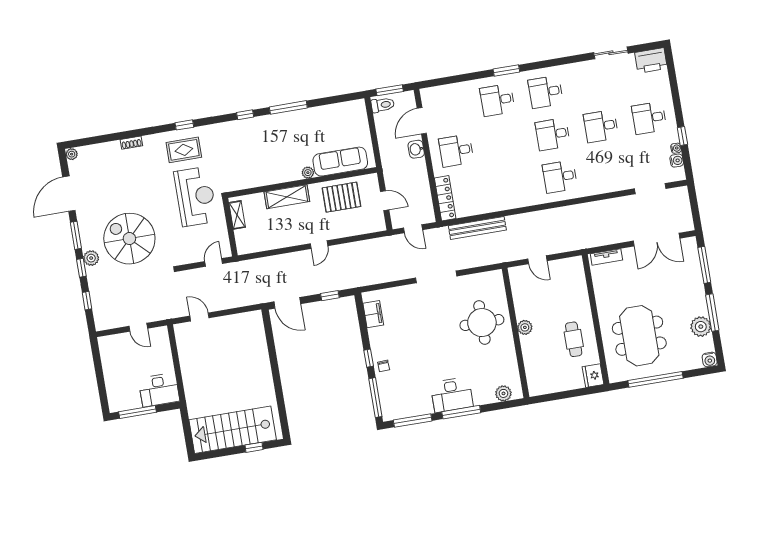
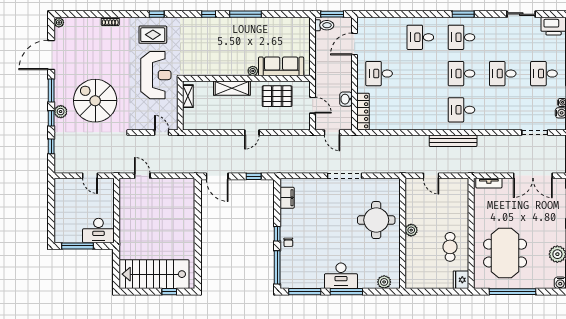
window: (506, 71) -> (463, 14), moved
washbasin: (416, 149) -> (346, 99), moved
bench: (477, 228) -> (453, 141), moved
door: (214, 262) -> (162, 132), hinge flipped

